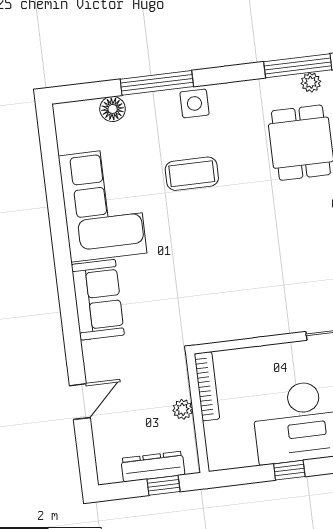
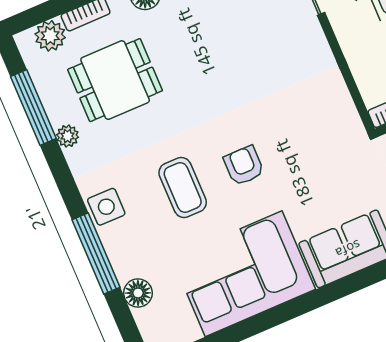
plant: (311, 82) -> (68, 136), moved
armchair: (195, 232) -> (244, 166), added

